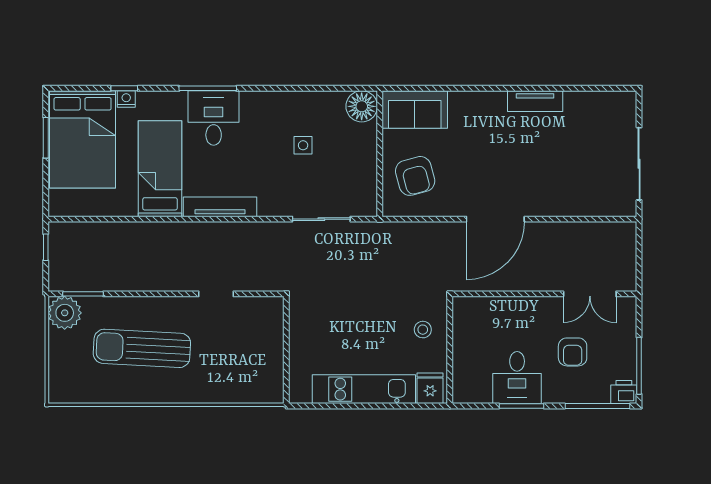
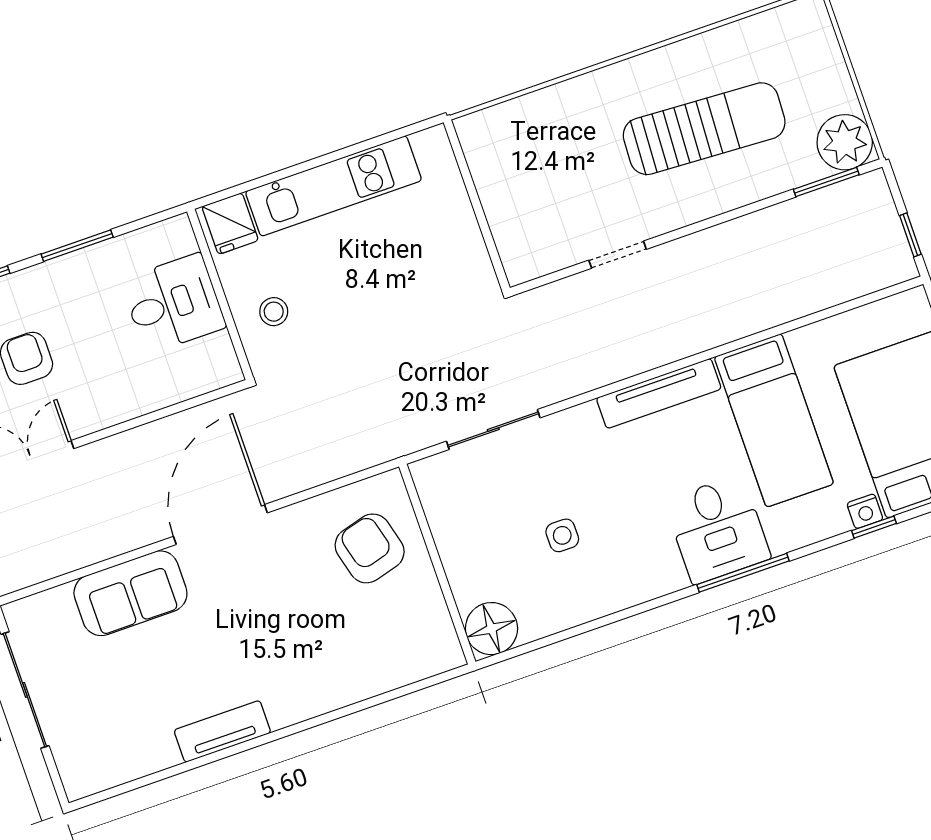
sofa: (415, 110) -> (130, 593), moved, turned 180
desk: (517, 378) -> (173, 304), moved, turned 90

